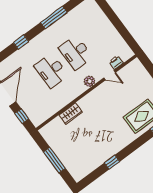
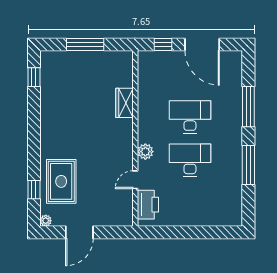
window: (21, 42) -> (248, 107), width x2.17
printer: (116, 62) -> (148, 205), width x1.87, depth x1.48
window: (112, 162) -> (34, 77), moved

